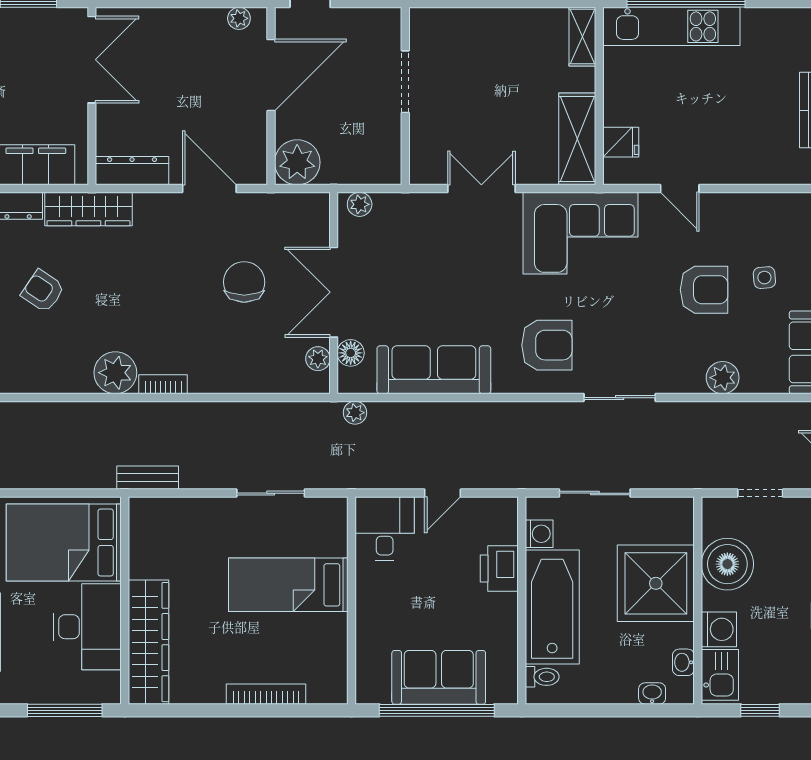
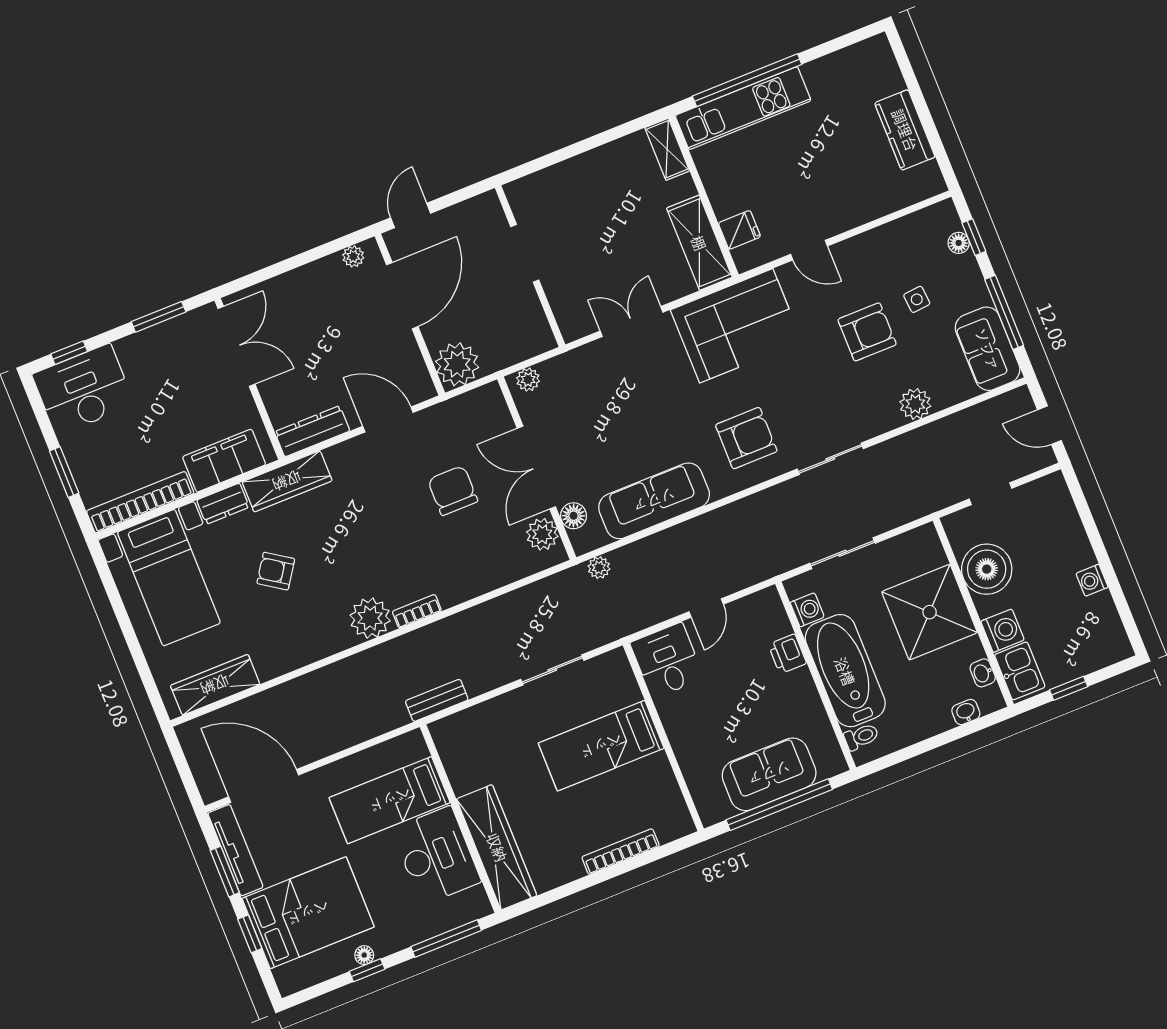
plant: (318, 359) -> (542, 534), width x1.38, depth x1.38
bed: (64, 542) -> (390, 800), width x0.67
printer: (499, 568) -> (787, 654), width x0.73, depth x0.81

